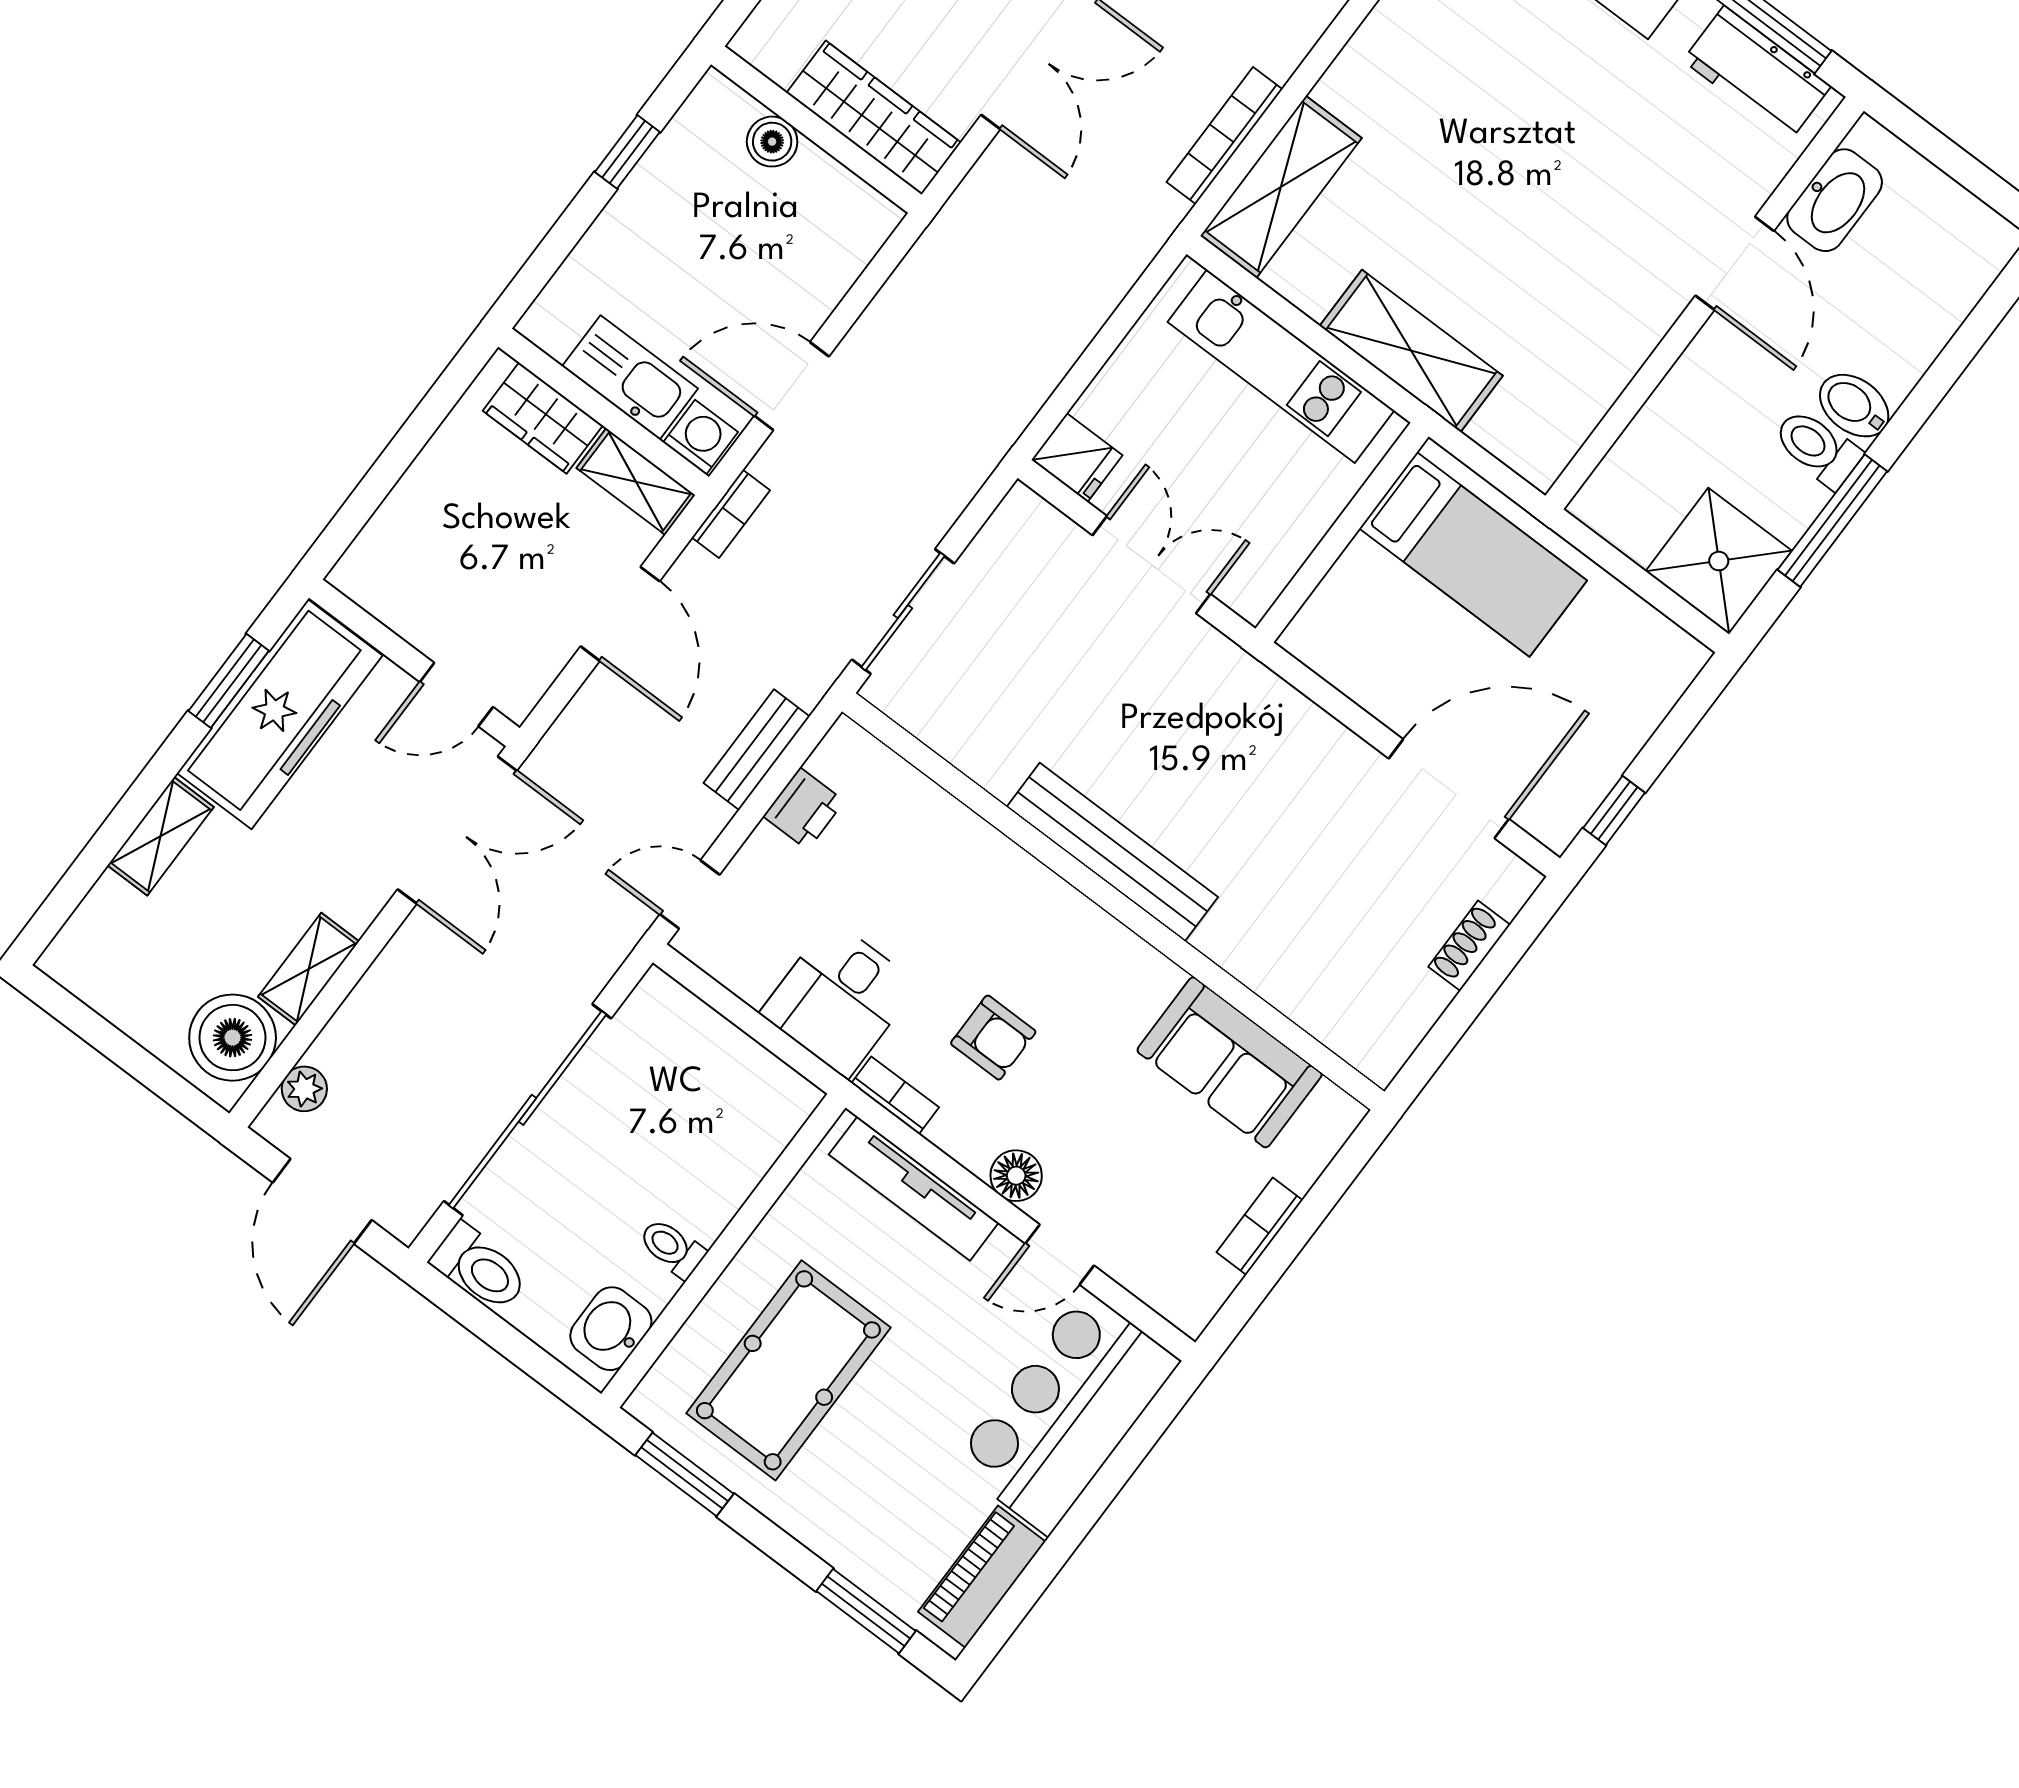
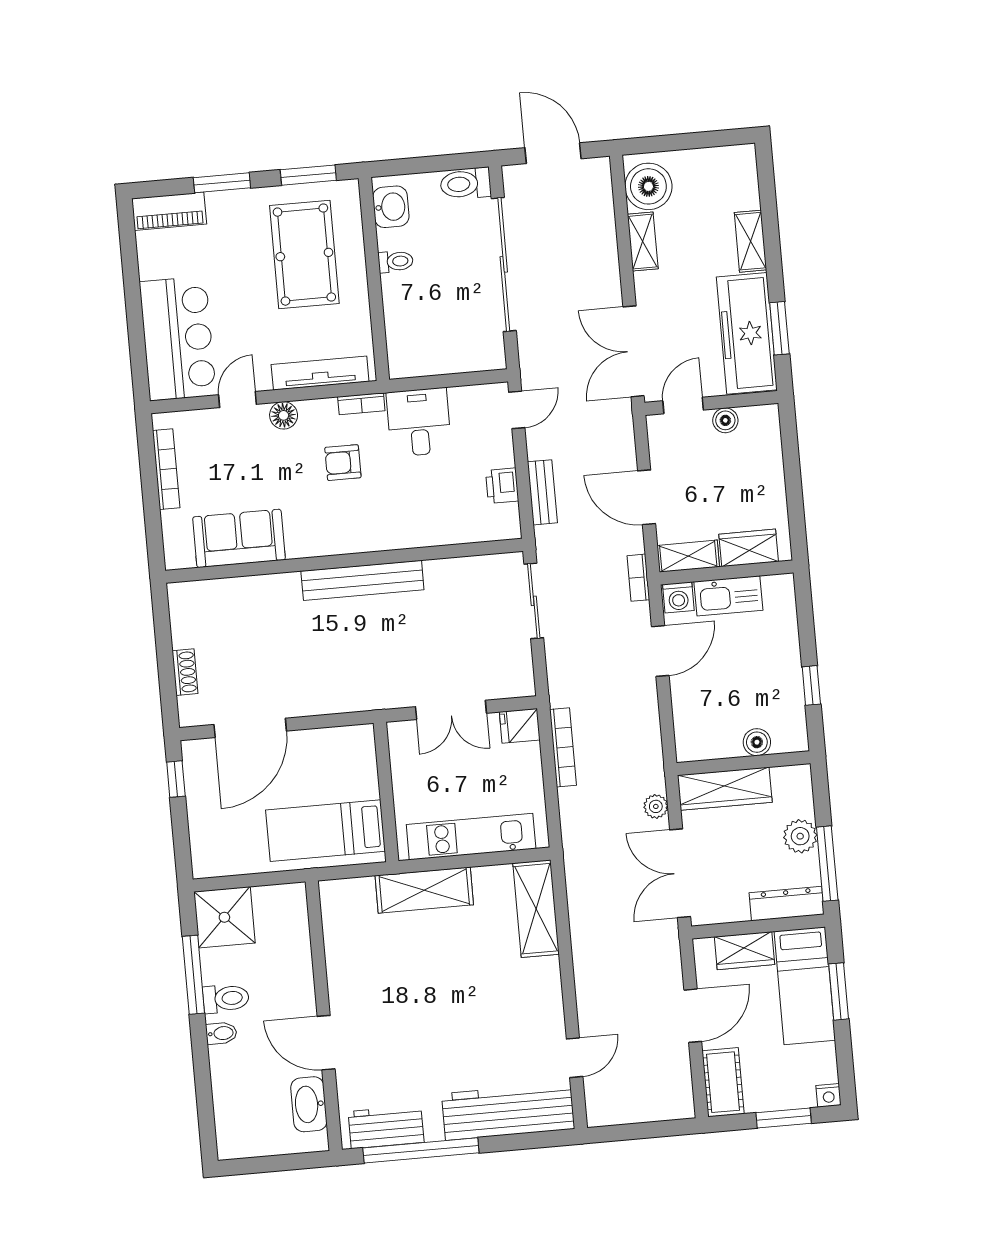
bookcase: (1224, 136) -> (563, 747), moved
bidet: (1854, 406) -> (221, 1033), width x0.72, depth x0.74
boiler: (417, 622) -> (725, 420), added
plant: (304, 1089) -> (656, 806), moved
bookcase: (1260, 1226) -> (166, 469), width x1.56
piano: (982, 1577) -> (169, 211), moved, turned 90
window: (866, 1611) -> (222, 183), moved

